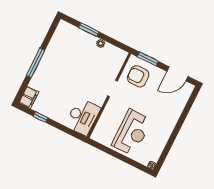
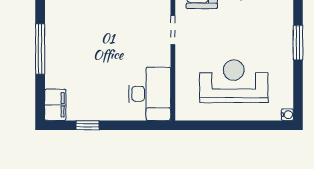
window: (177, 129) -> (298, 43), added
reception desk: (132, 133) -> (234, 81), turned -90

